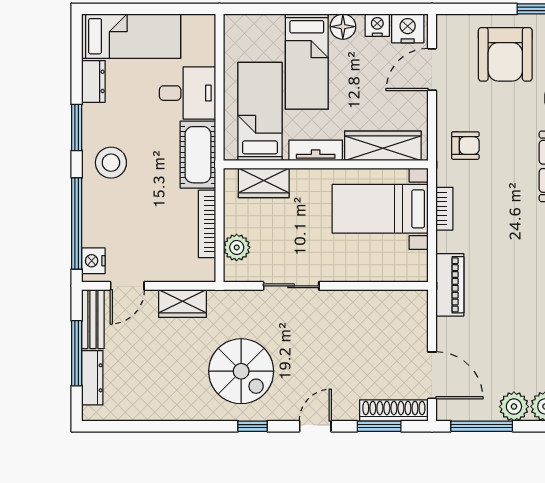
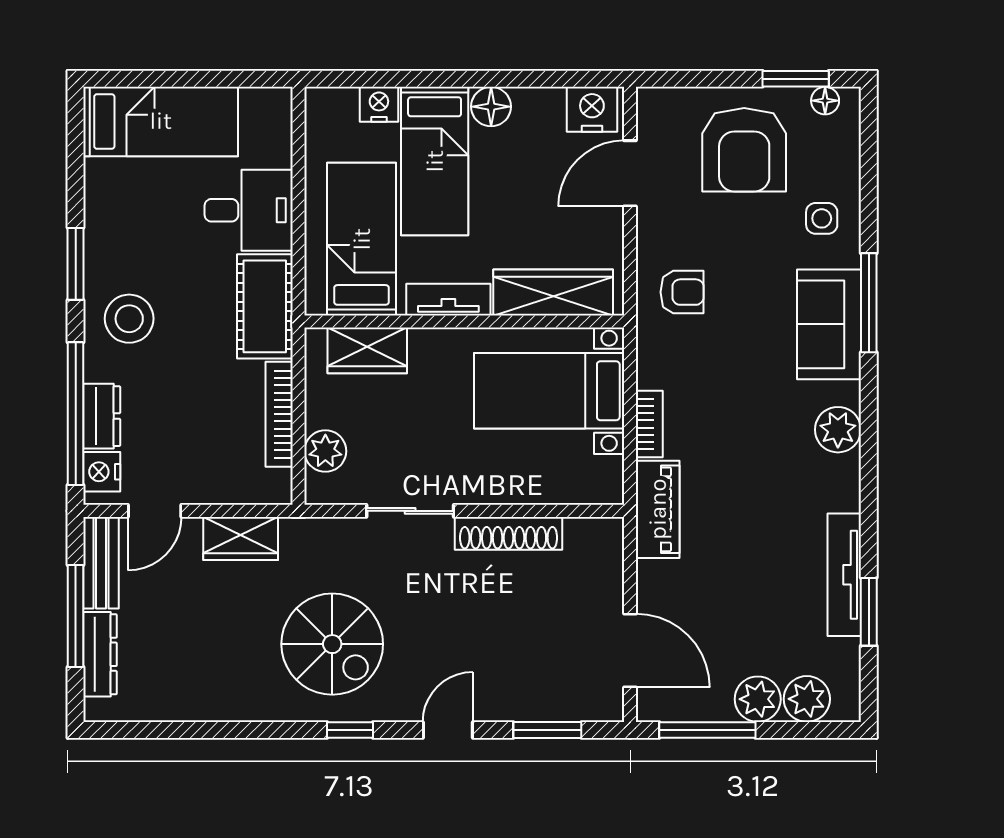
nightstand: (377, 25) -> (379, 104), moved
dresser: (93, 81) -> (102, 416), moved
bookcase: (444, 209) -> (649, 424), moved
shoe rack: (394, 411) -> (509, 533), moved, turned 180

